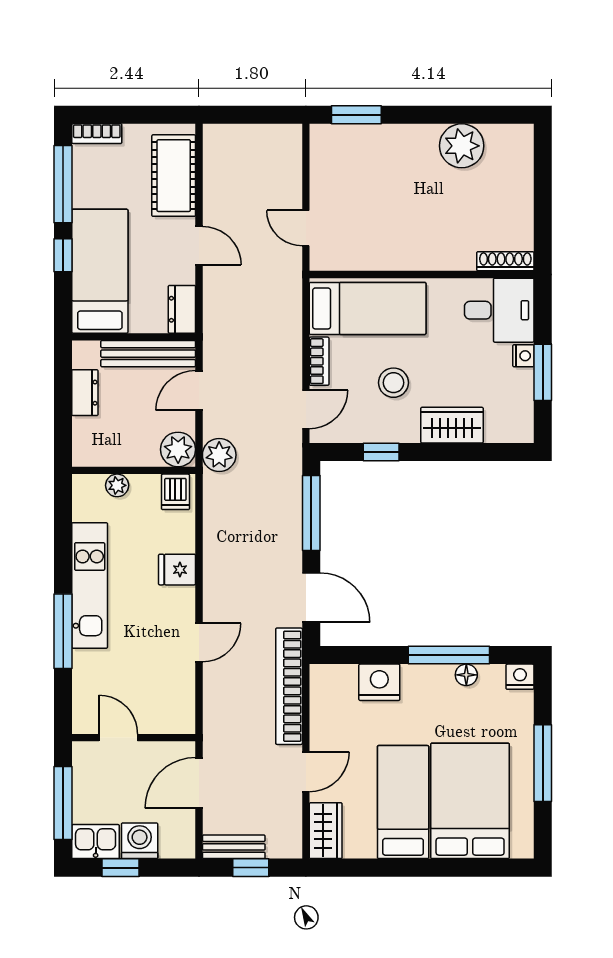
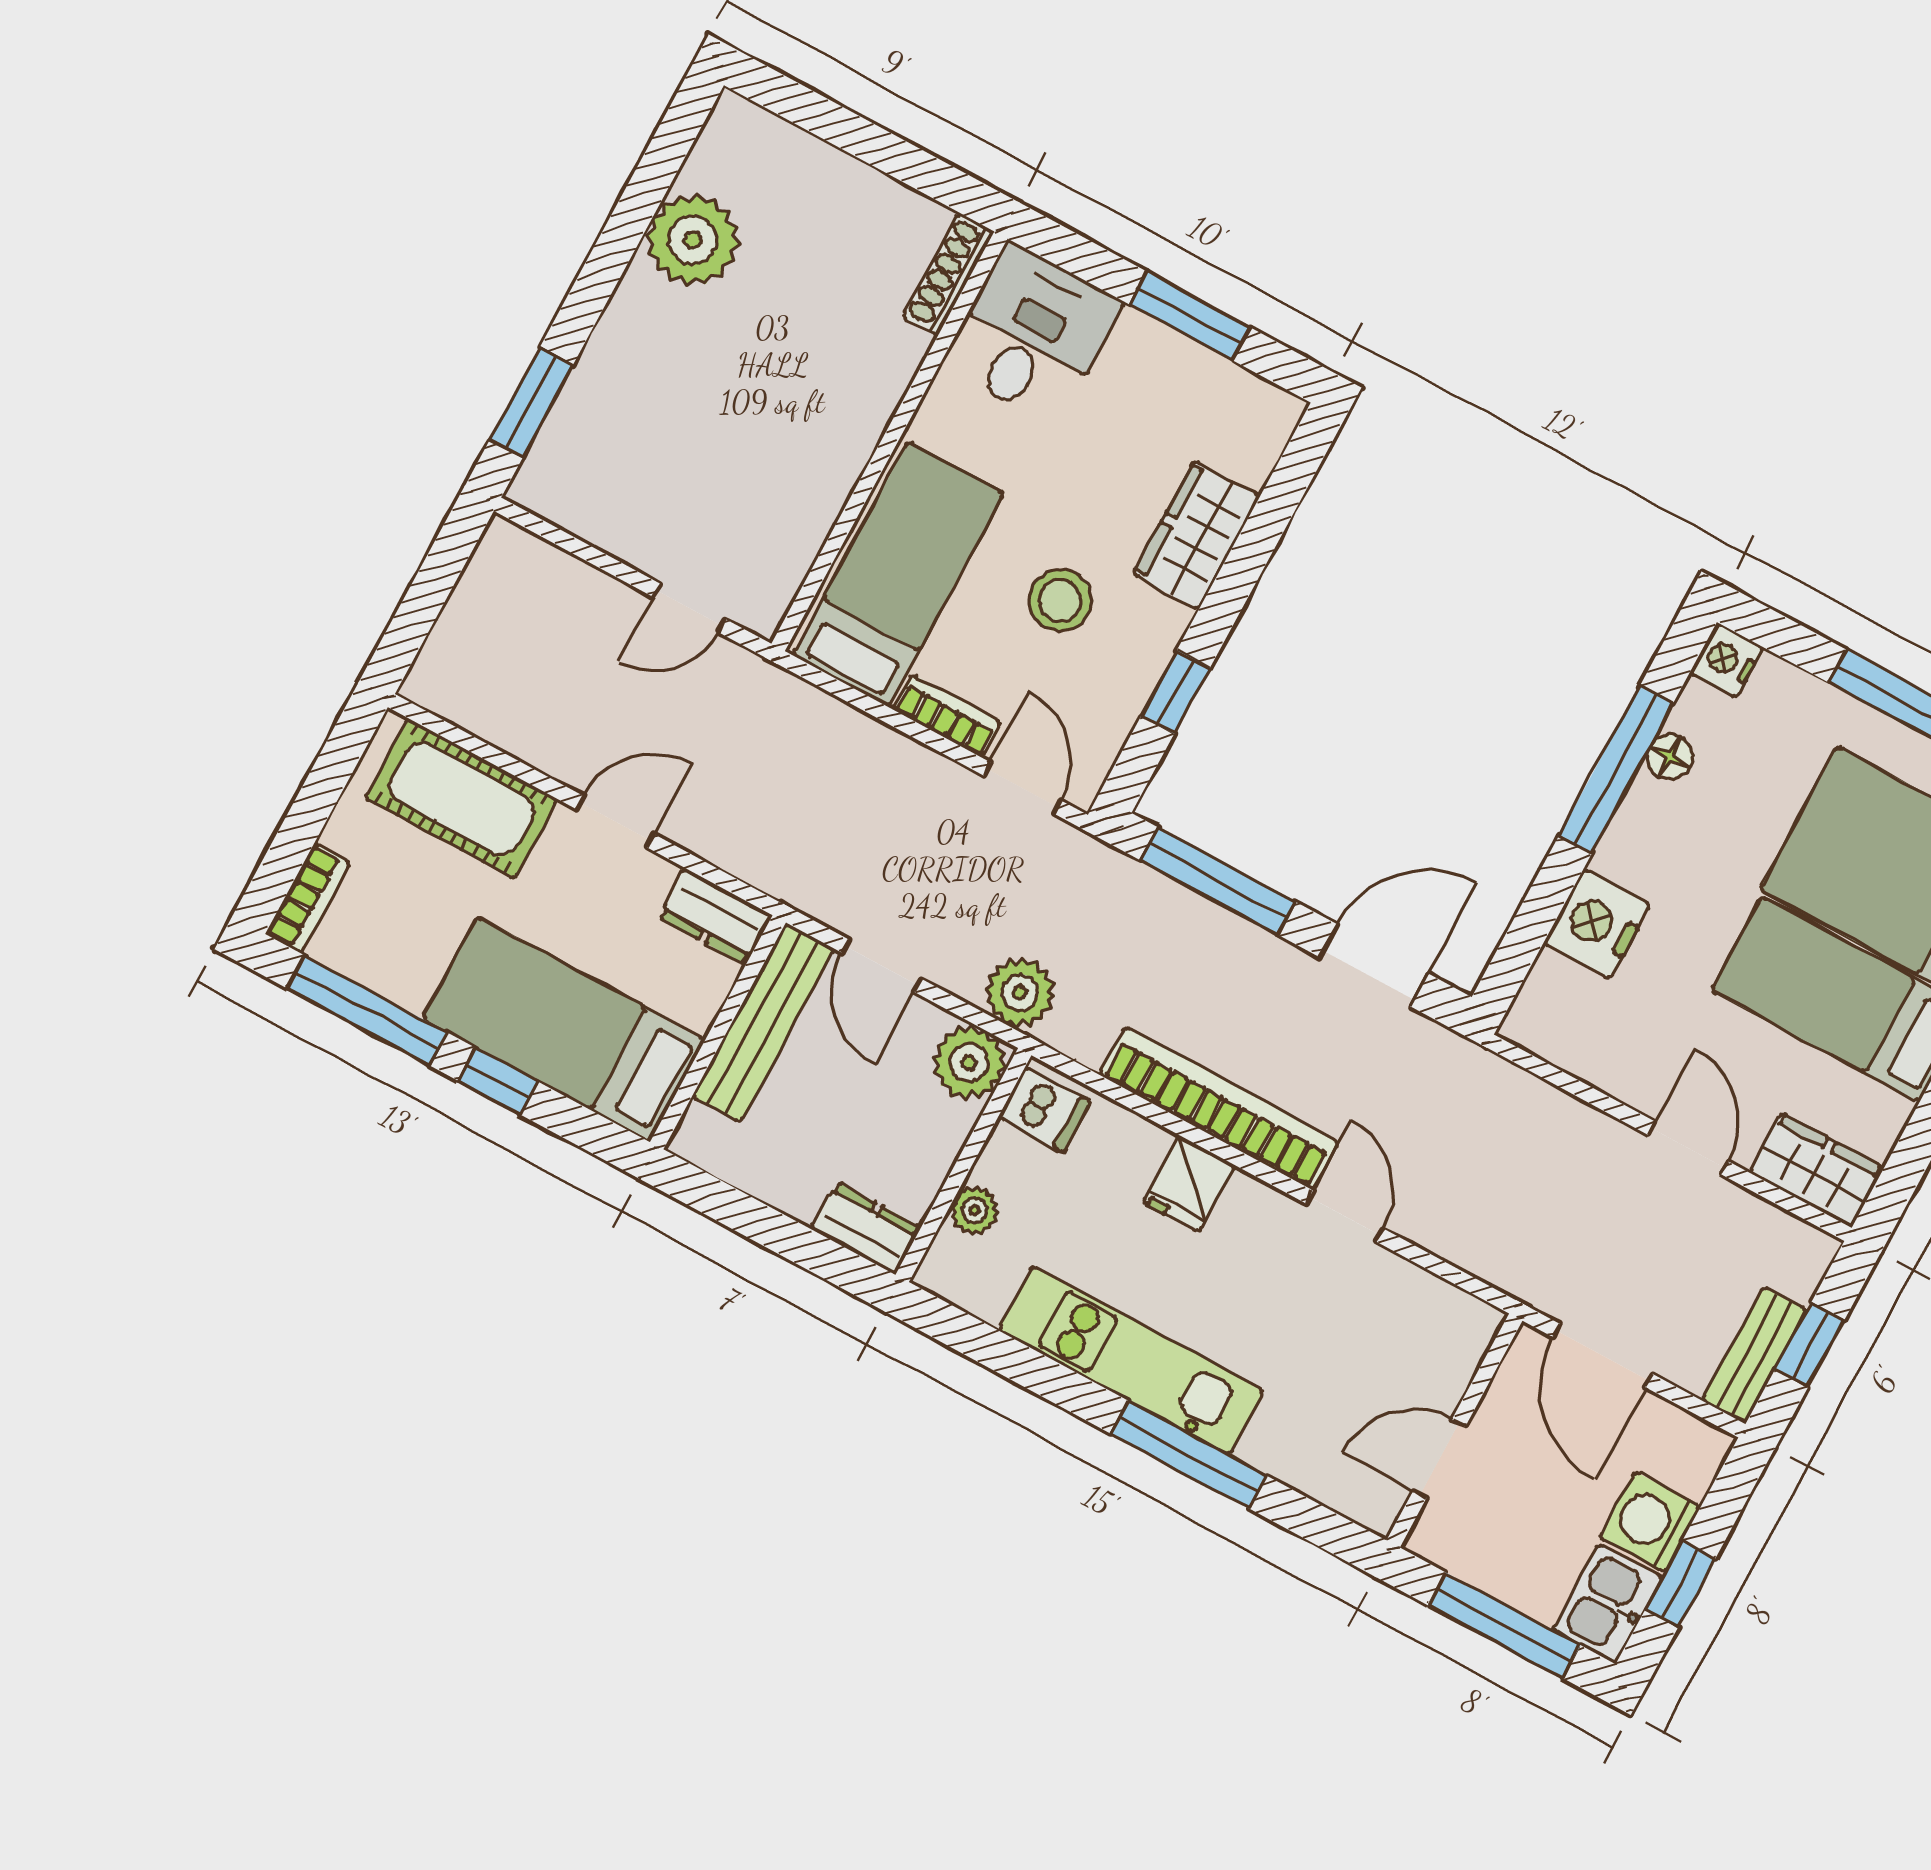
nightstand: (523, 356) -> (1140, 335), removed
dresser: (85, 393) -> (866, 1228), moved
bookcase: (289, 686) -> (1219, 1108), moved, turned 180

